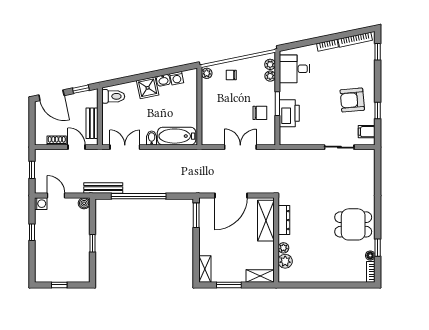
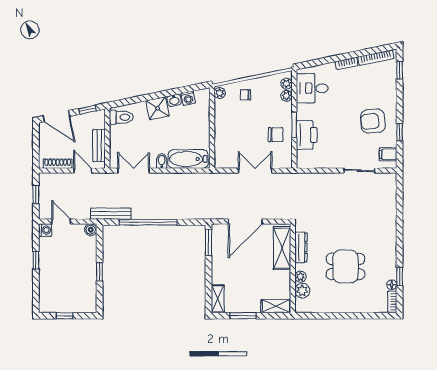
shoe rack: (57, 140) -> (58, 164), width x1.43
dining table: (353, 224) -> (345, 267), moved

